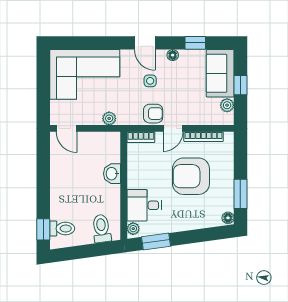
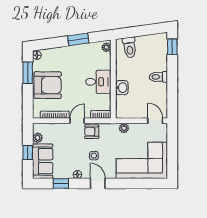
armchair: (191, 176) -> (48, 85), moved
desk: (144, 205) -> (98, 82), moved
toilet: (62, 229) -> (158, 77), moved
window: (156, 242) -> (78, 39), moved

